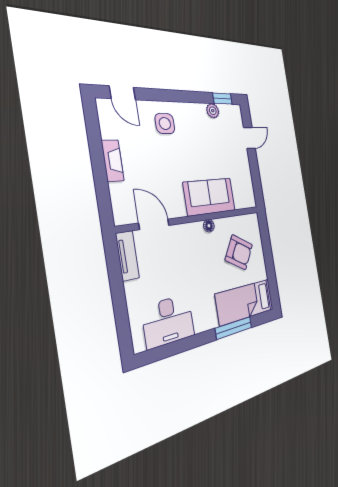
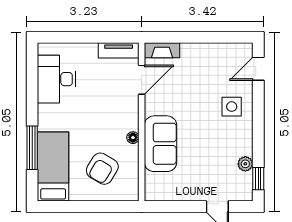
fireplace: (113, 161) -> (162, 50), moved

